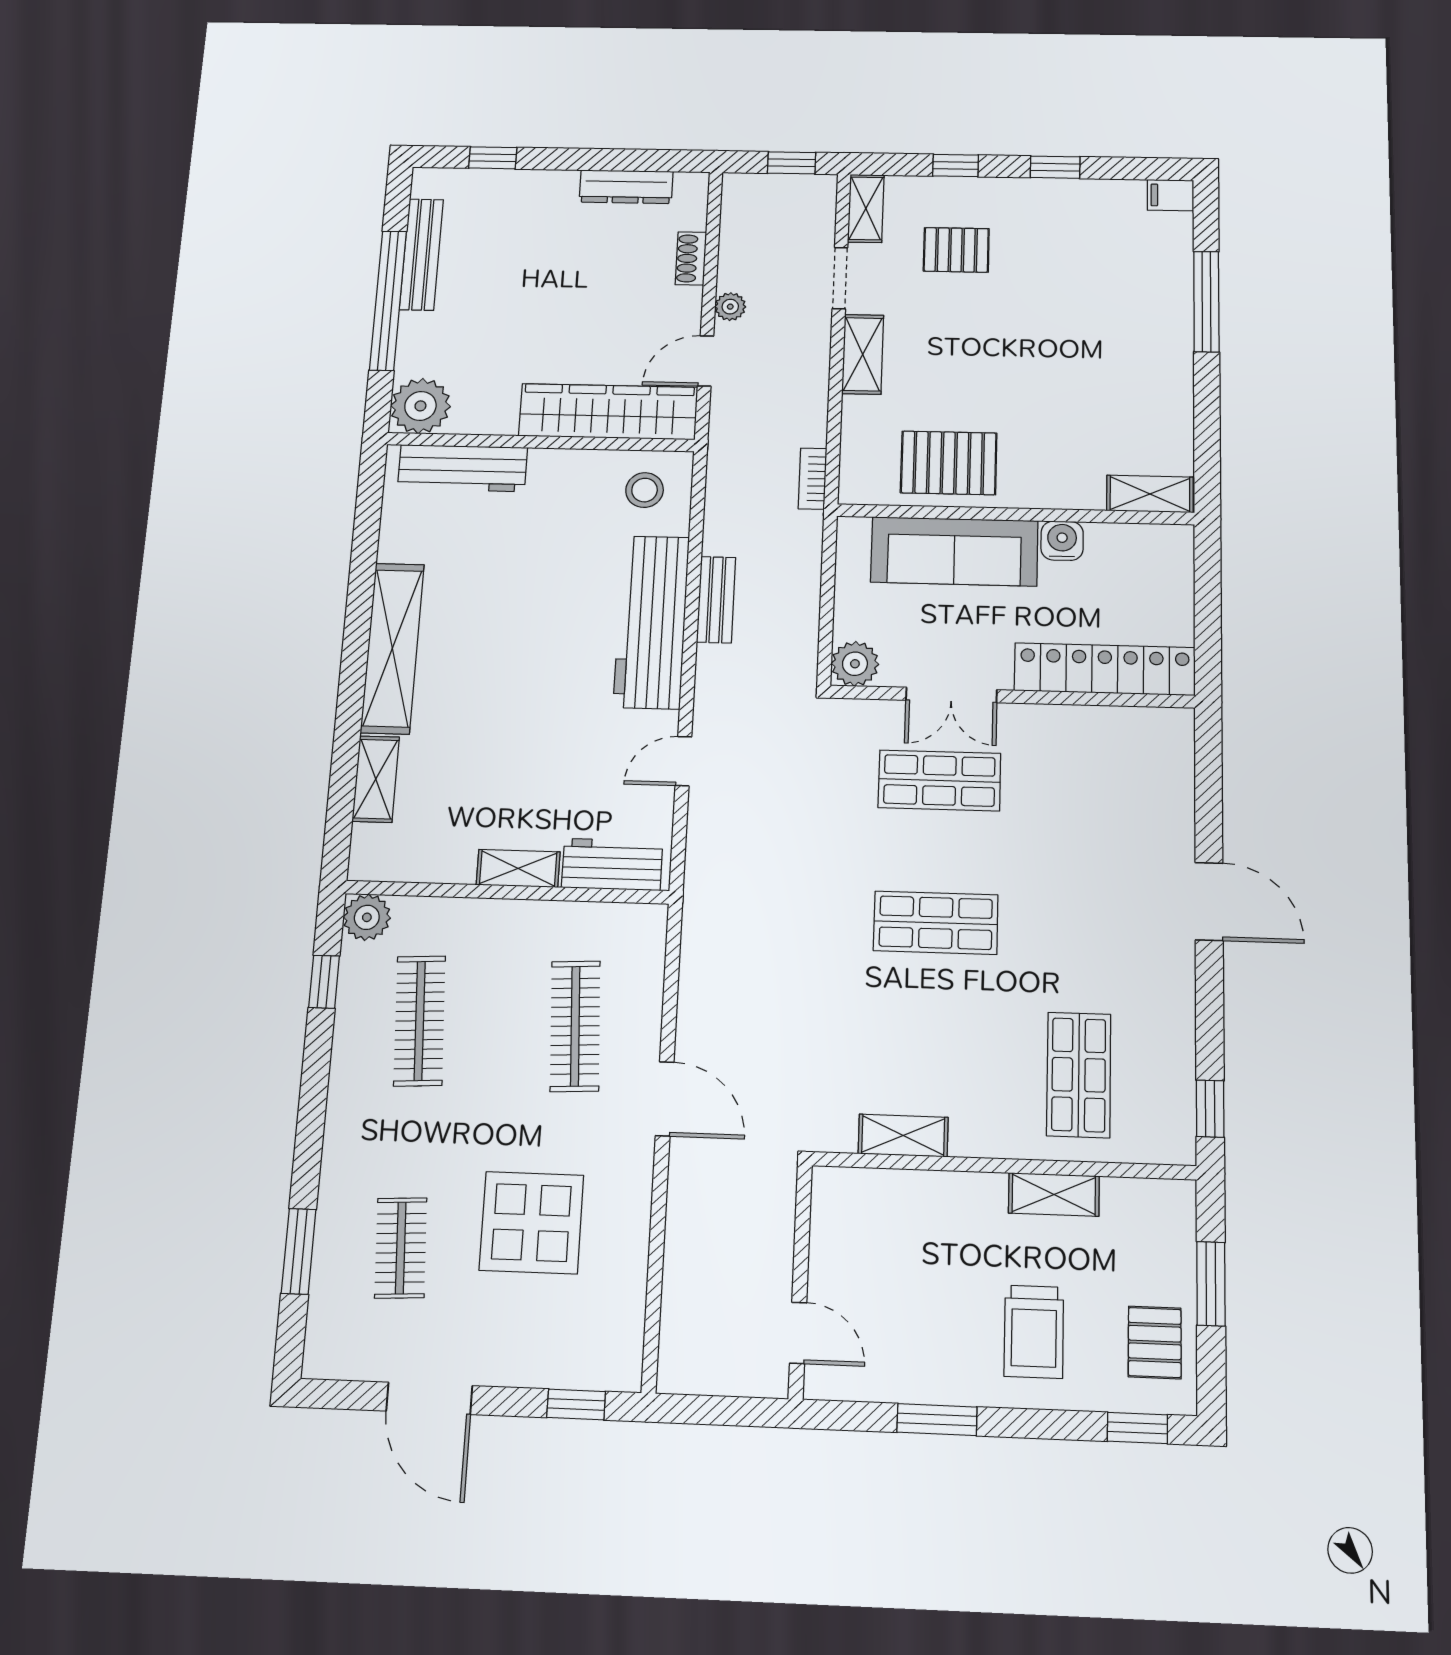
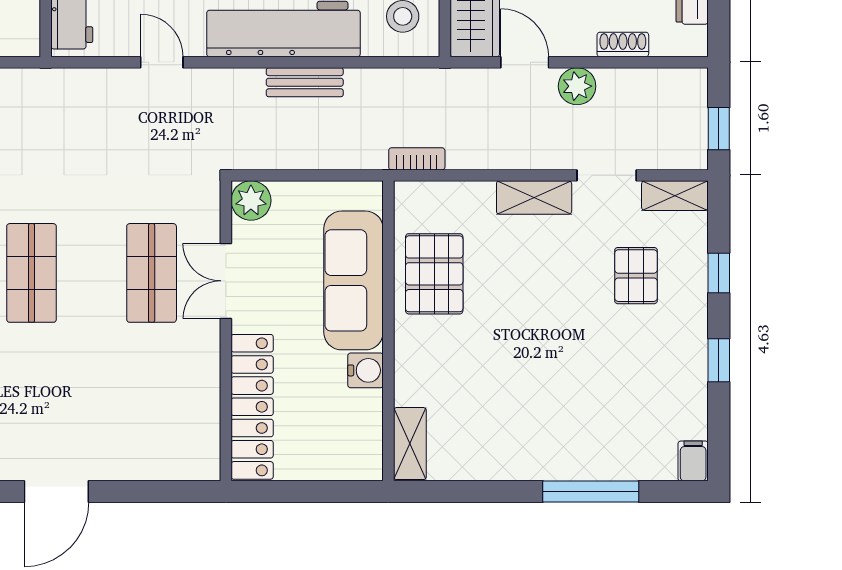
plant: (730, 307) -> (577, 86), width x1.38, depth x1.38

